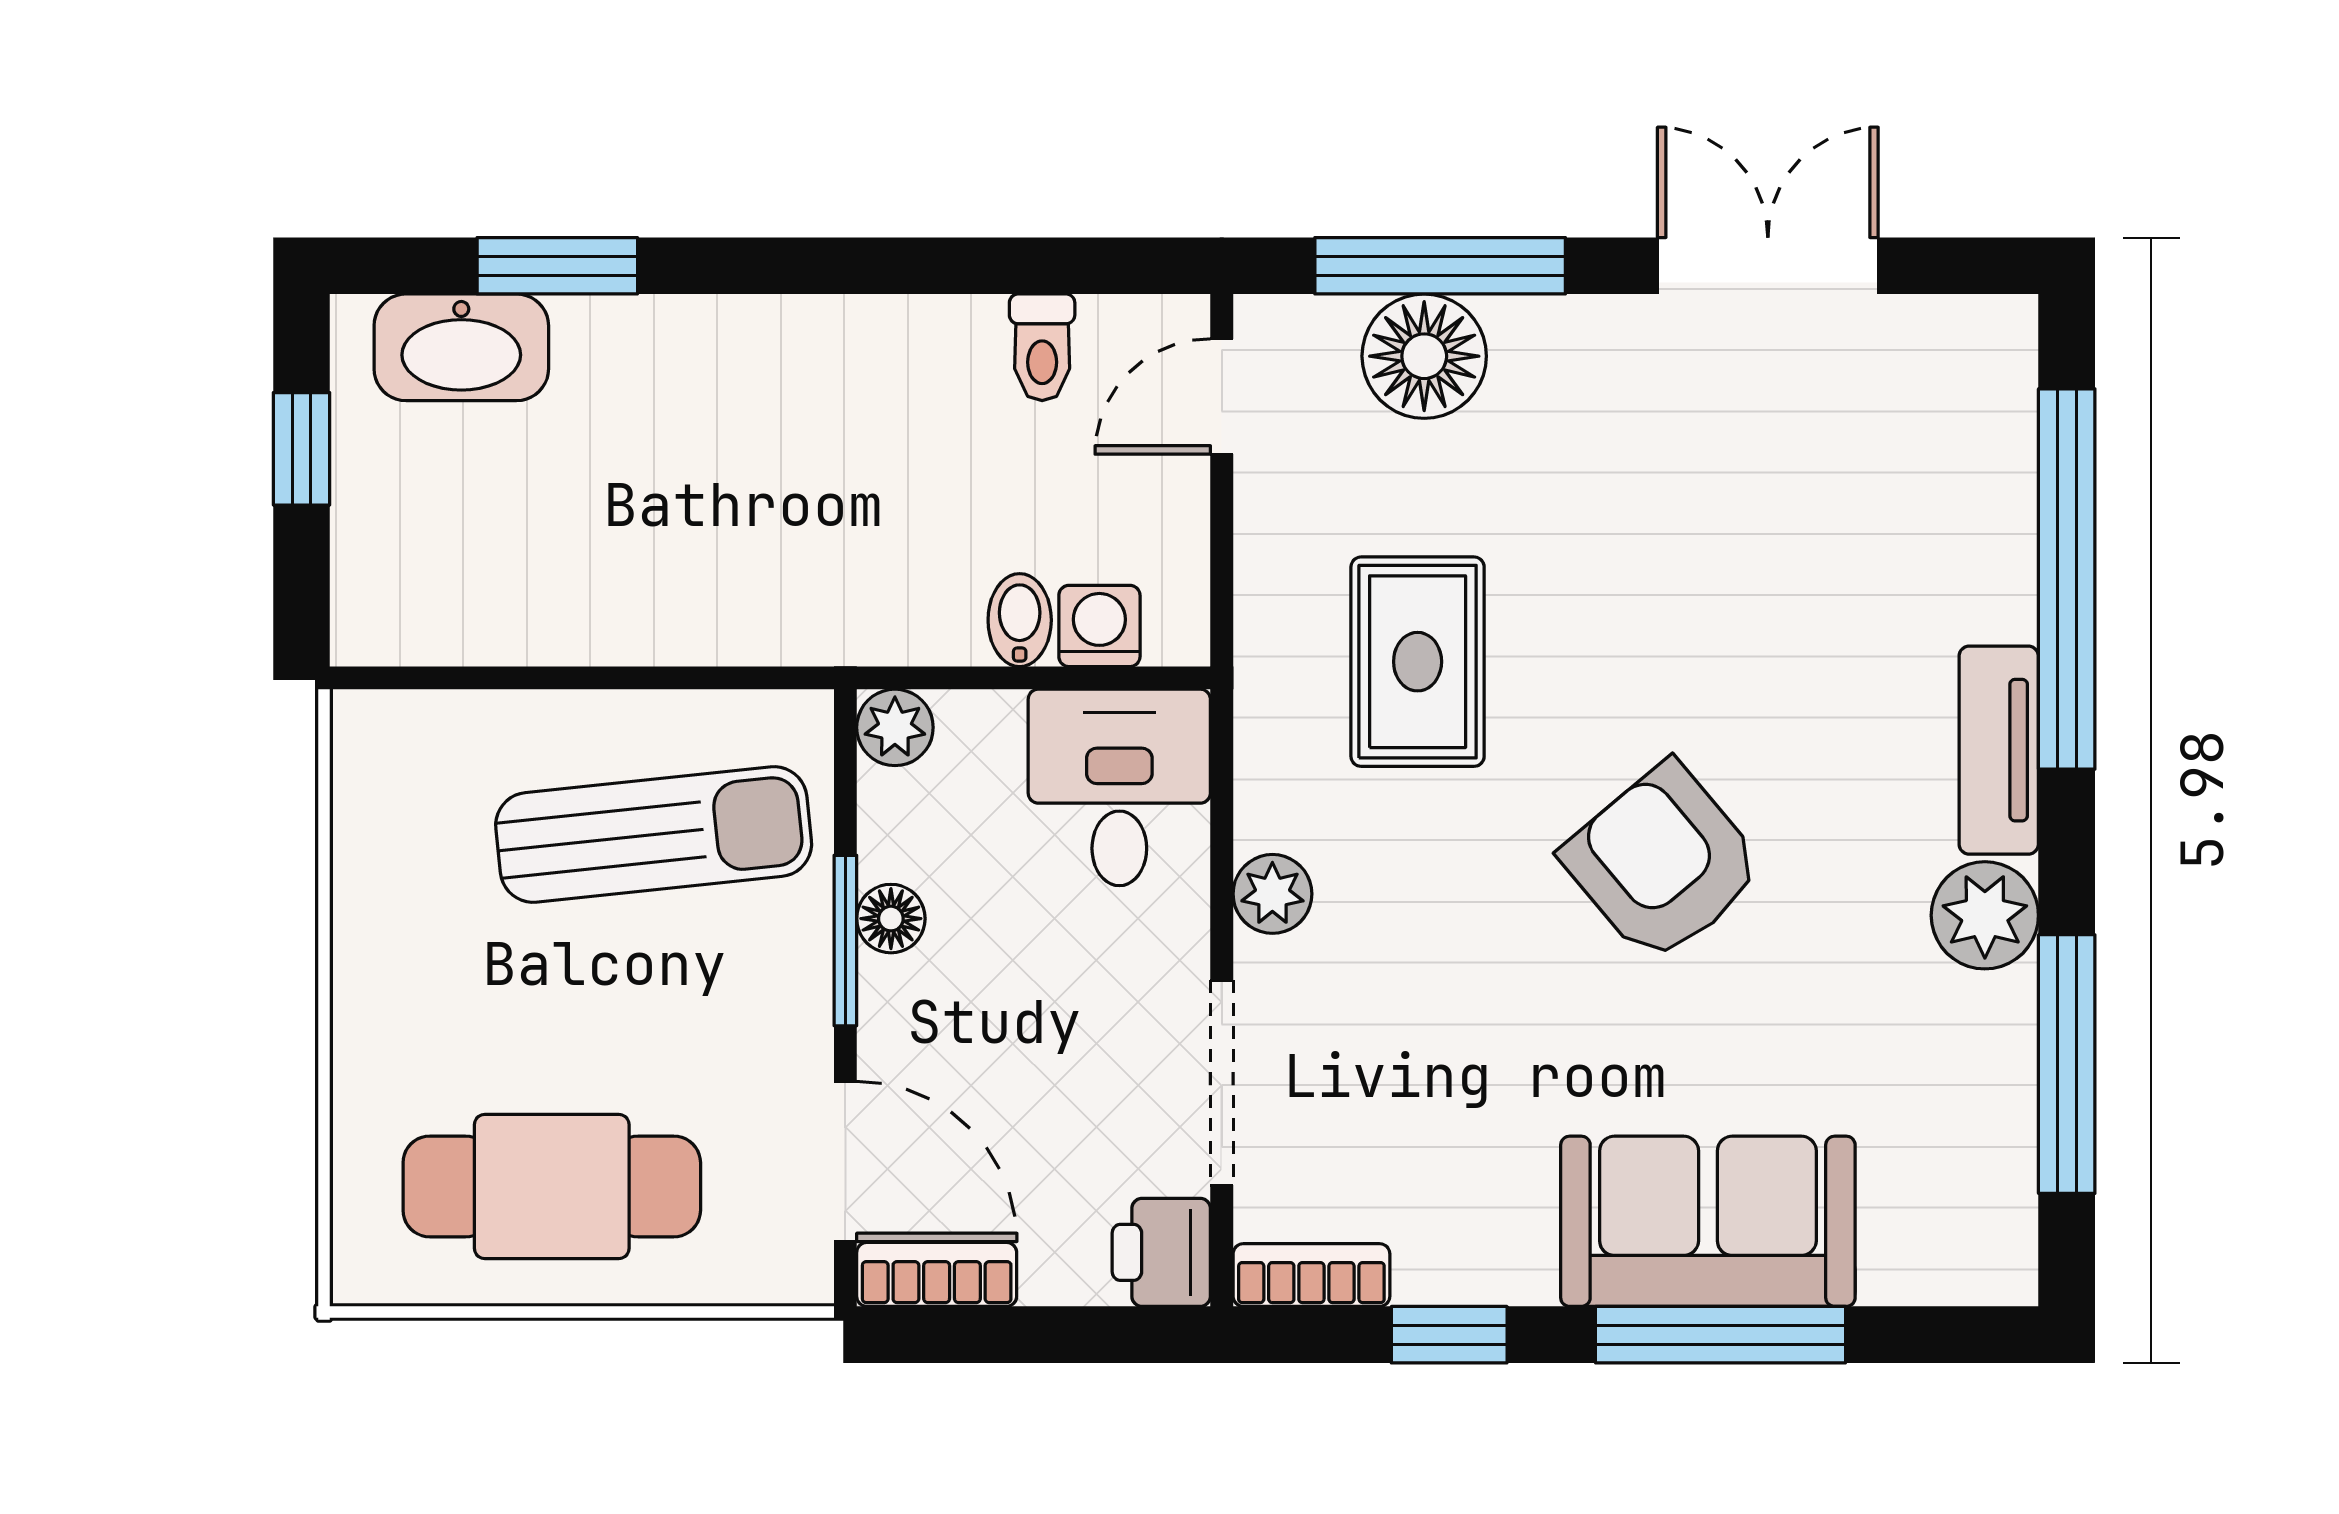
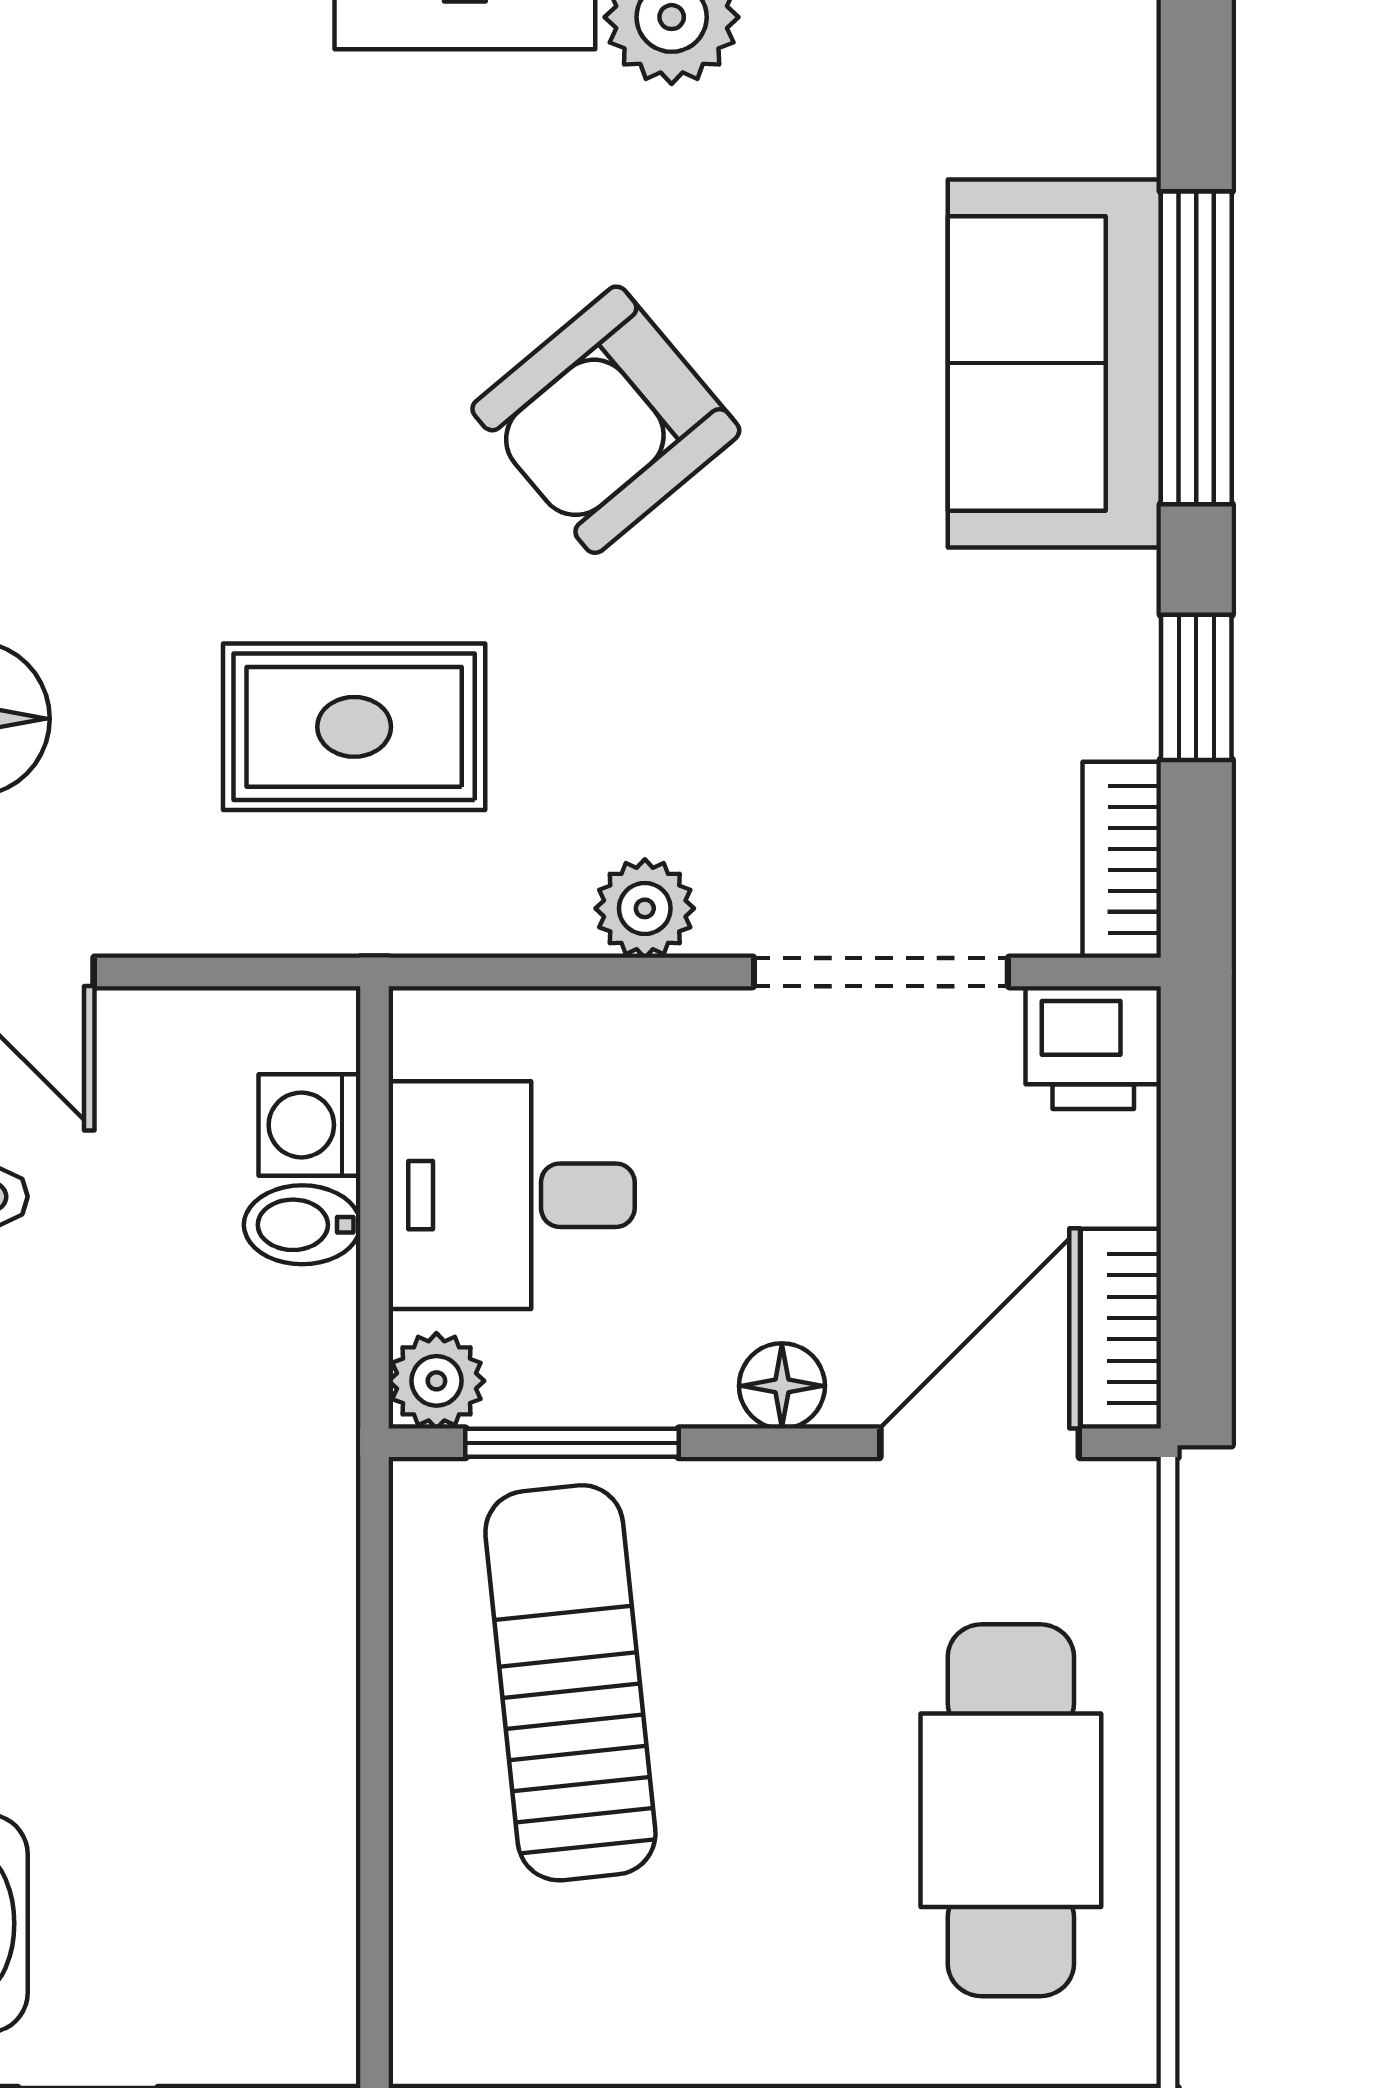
desk: (1119, 787) -> (512, 1195), moved
floor lamp: (891, 919) -> (782, 1386), moved
window: (845, 941) -> (572, 1443), moved

